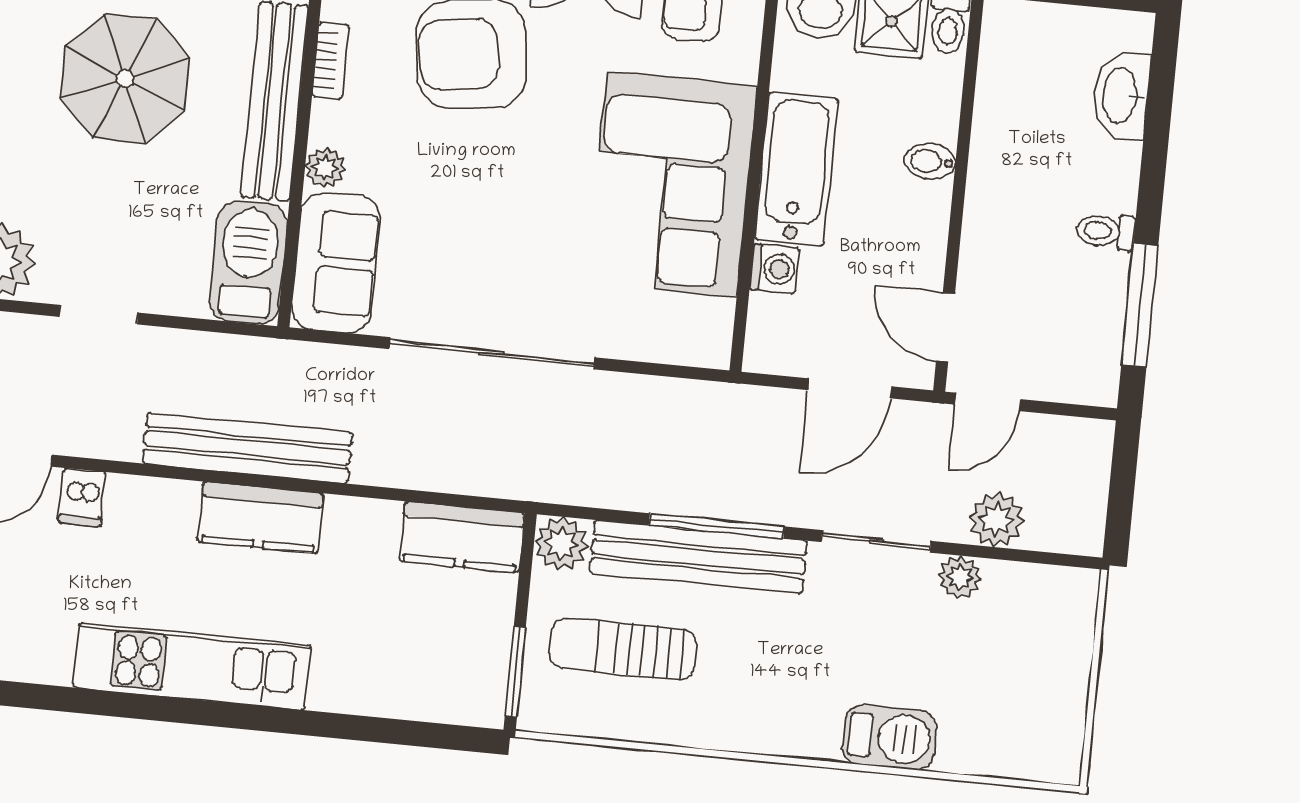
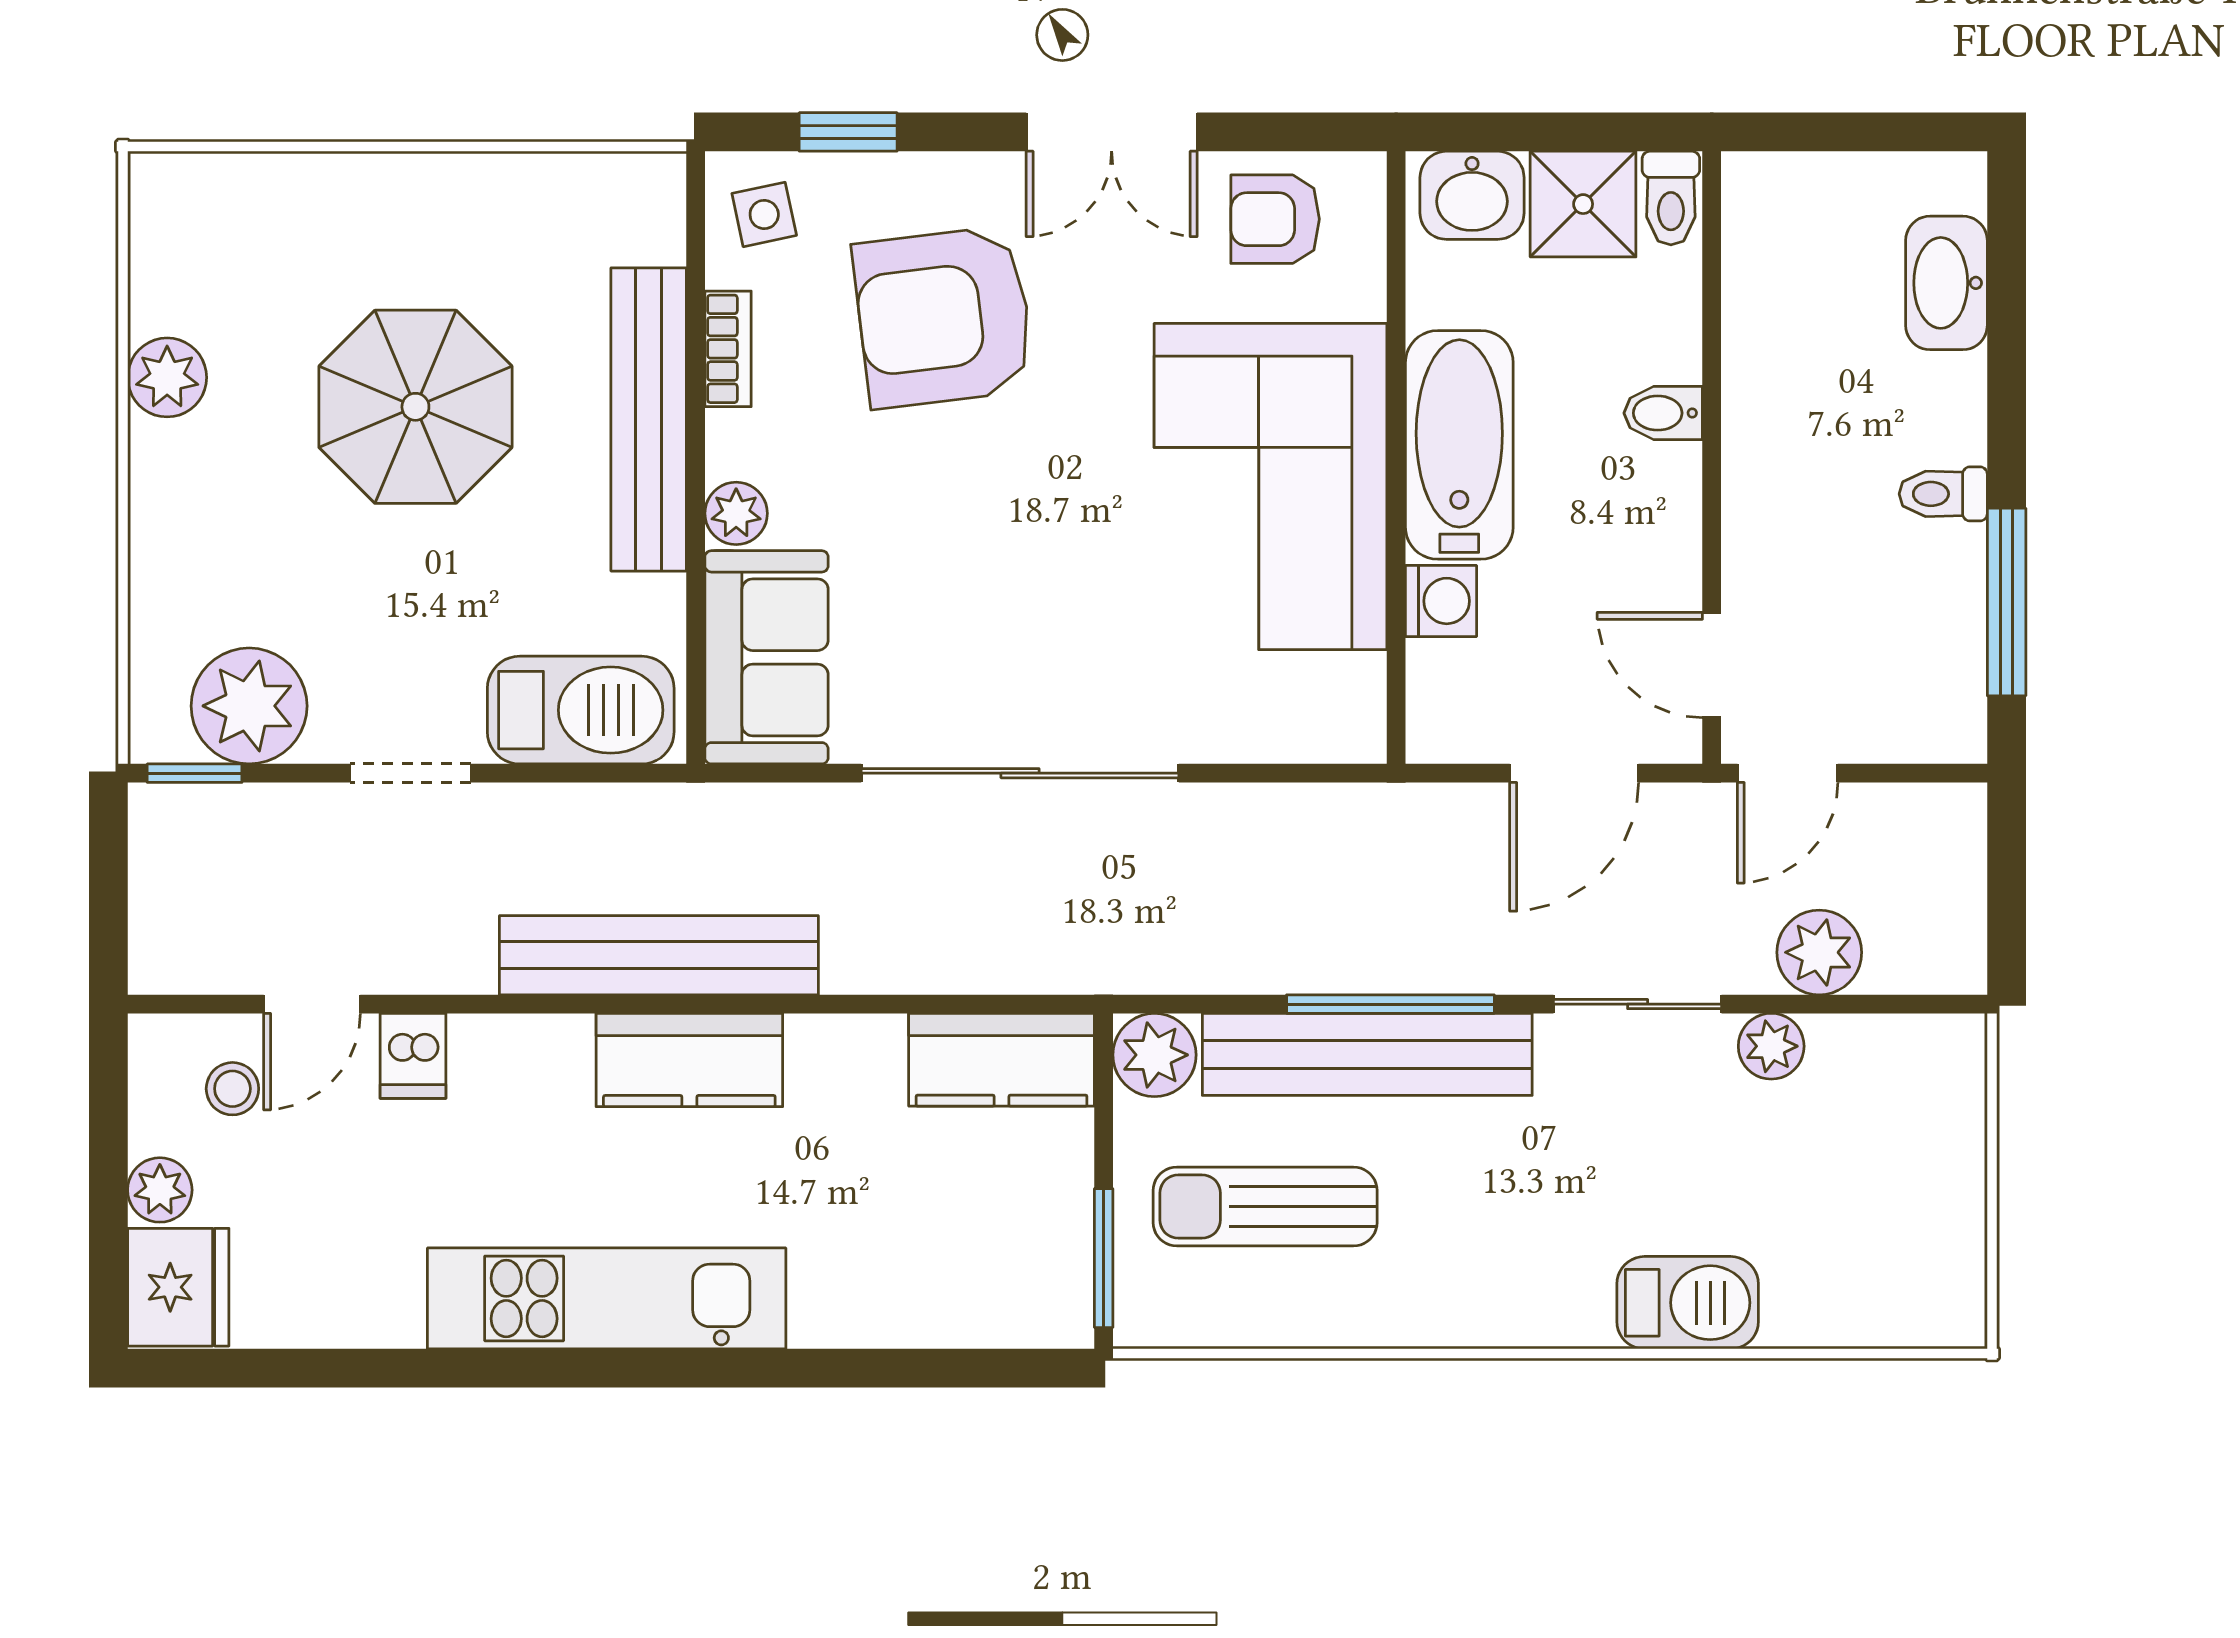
barbecue: (248, 262) -> (581, 710), moved, turned 90

